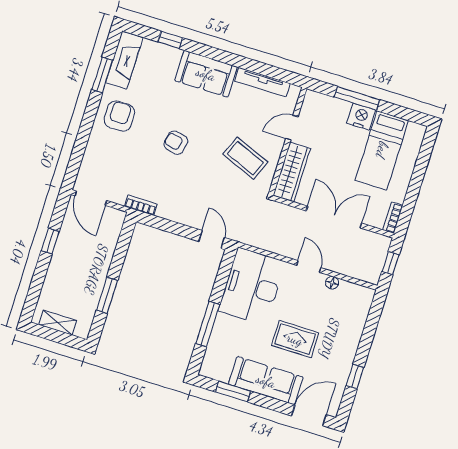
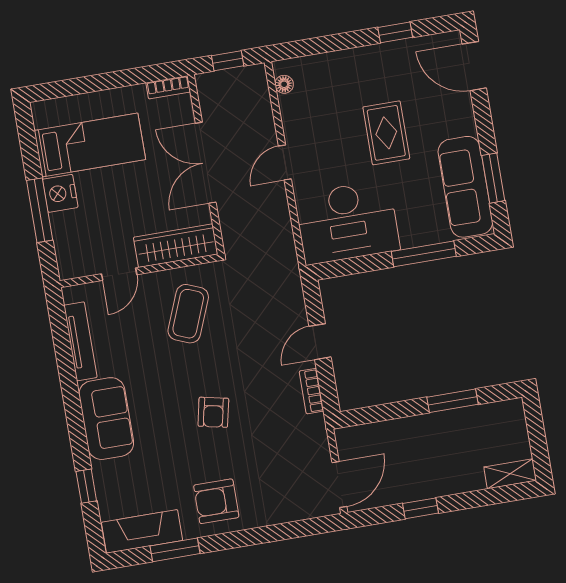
door: (292, 128) -> (119, 274), hinge flipped
bookcase: (141, 205) -> (311, 391), moved
door: (212, 240) -> (320, 342), moved
floor lamp: (332, 283) -> (284, 84), moved
shelving: (58, 323) -> (510, 474), moved, turned 90
sofa: (266, 381) -> (465, 187), moved

